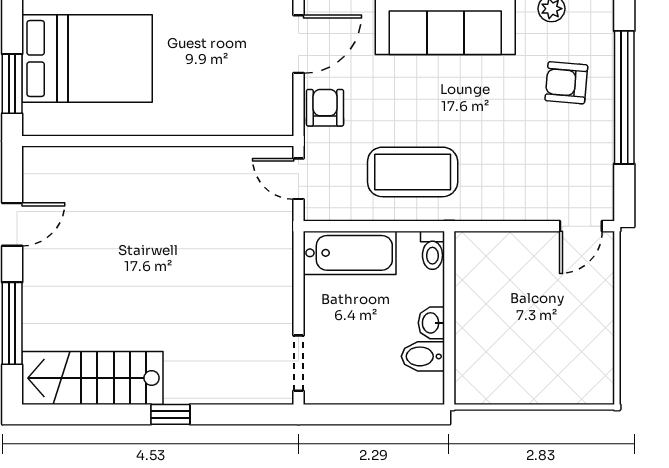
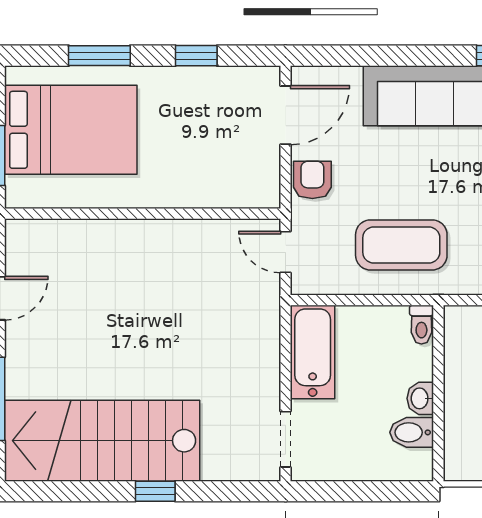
bathtub: (350, 253) -> (313, 352), moved, turned -90
stairs: (92, 378) -> (102, 441), width x1.36, depth x1.51

